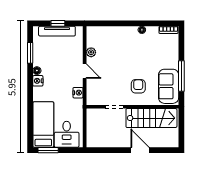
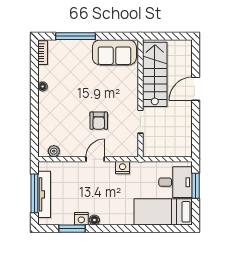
window: (58, 23) -> (34, 193), width x2.17
plant: (91, 52) -> (54, 151), moved
window: (181, 76) -> (75, 36), moved
nightstand: (38, 81) -> (81, 219), moved
armchair: (138, 86) -> (99, 121), moved, turned -90
window: (48, 150) -> (196, 186), moved

